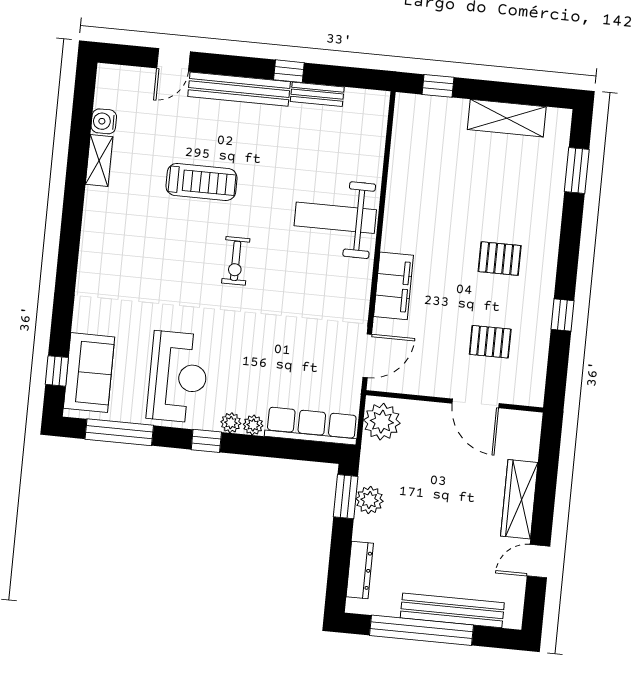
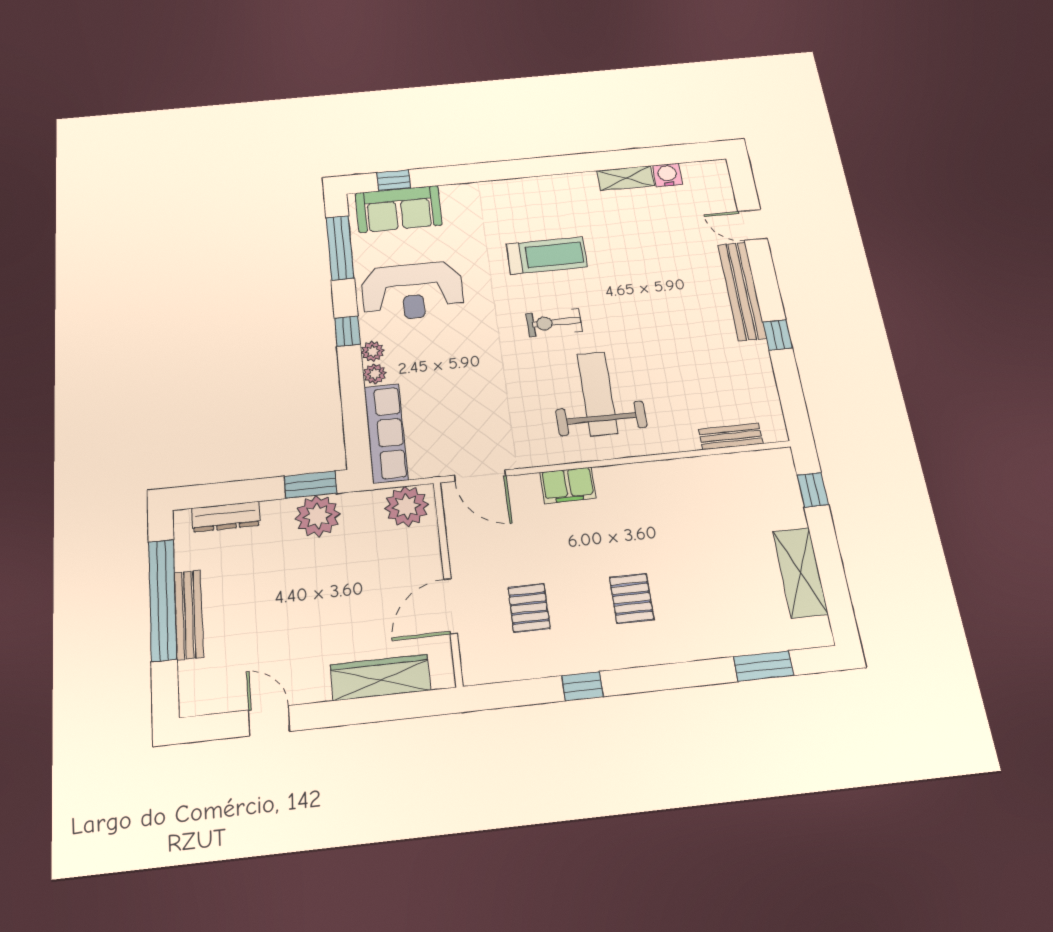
bench: (317, 94) -> (731, 436), moved, turned 90
treadmill: (201, 182) -> (547, 256), moved, turned -90
weight bench: (335, 218) -> (597, 393), moved
filing cabinet: (394, 286) -> (568, 485), width x0.67, depth x0.86
wardrobe: (519, 499) -> (380, 677), moved
plant: (370, 500) -> (318, 516), width x1.36, depth x1.36
bench: (452, 610) -> (189, 615), width x0.73, depth x0.82

